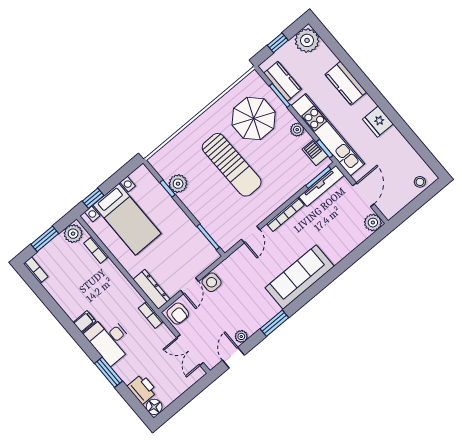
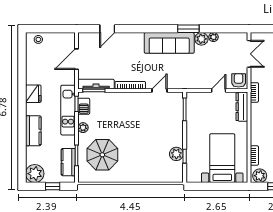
kitchen unit: (328, 135) -> (68, 110), width x0.73
sun lounger: (232, 165) -> (137, 139), removed
window: (93, 198) -> (231, 186), removed
plant: (373, 223) -> (201, 39), moved
sofa: (300, 277) -> (169, 43), moved
side table: (212, 282) -> (204, 82), removed
door: (234, 358) -> (107, 29), moved

